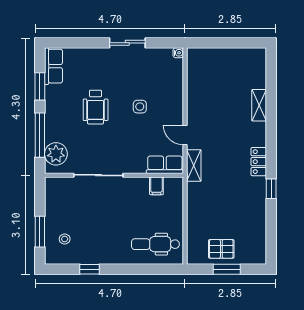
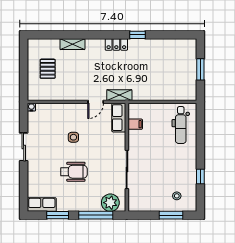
pallet: (221, 249) -> (48, 69), moved

